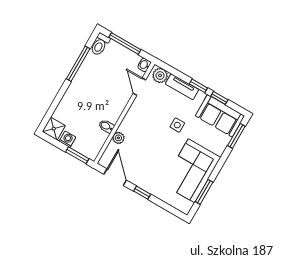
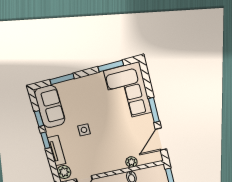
window: (236, 136) -> (62, 79), moved
corner sofa: (191, 171) -> (128, 92), moved, turned 90
window: (142, 193) -> (154, 110), width x1.50

